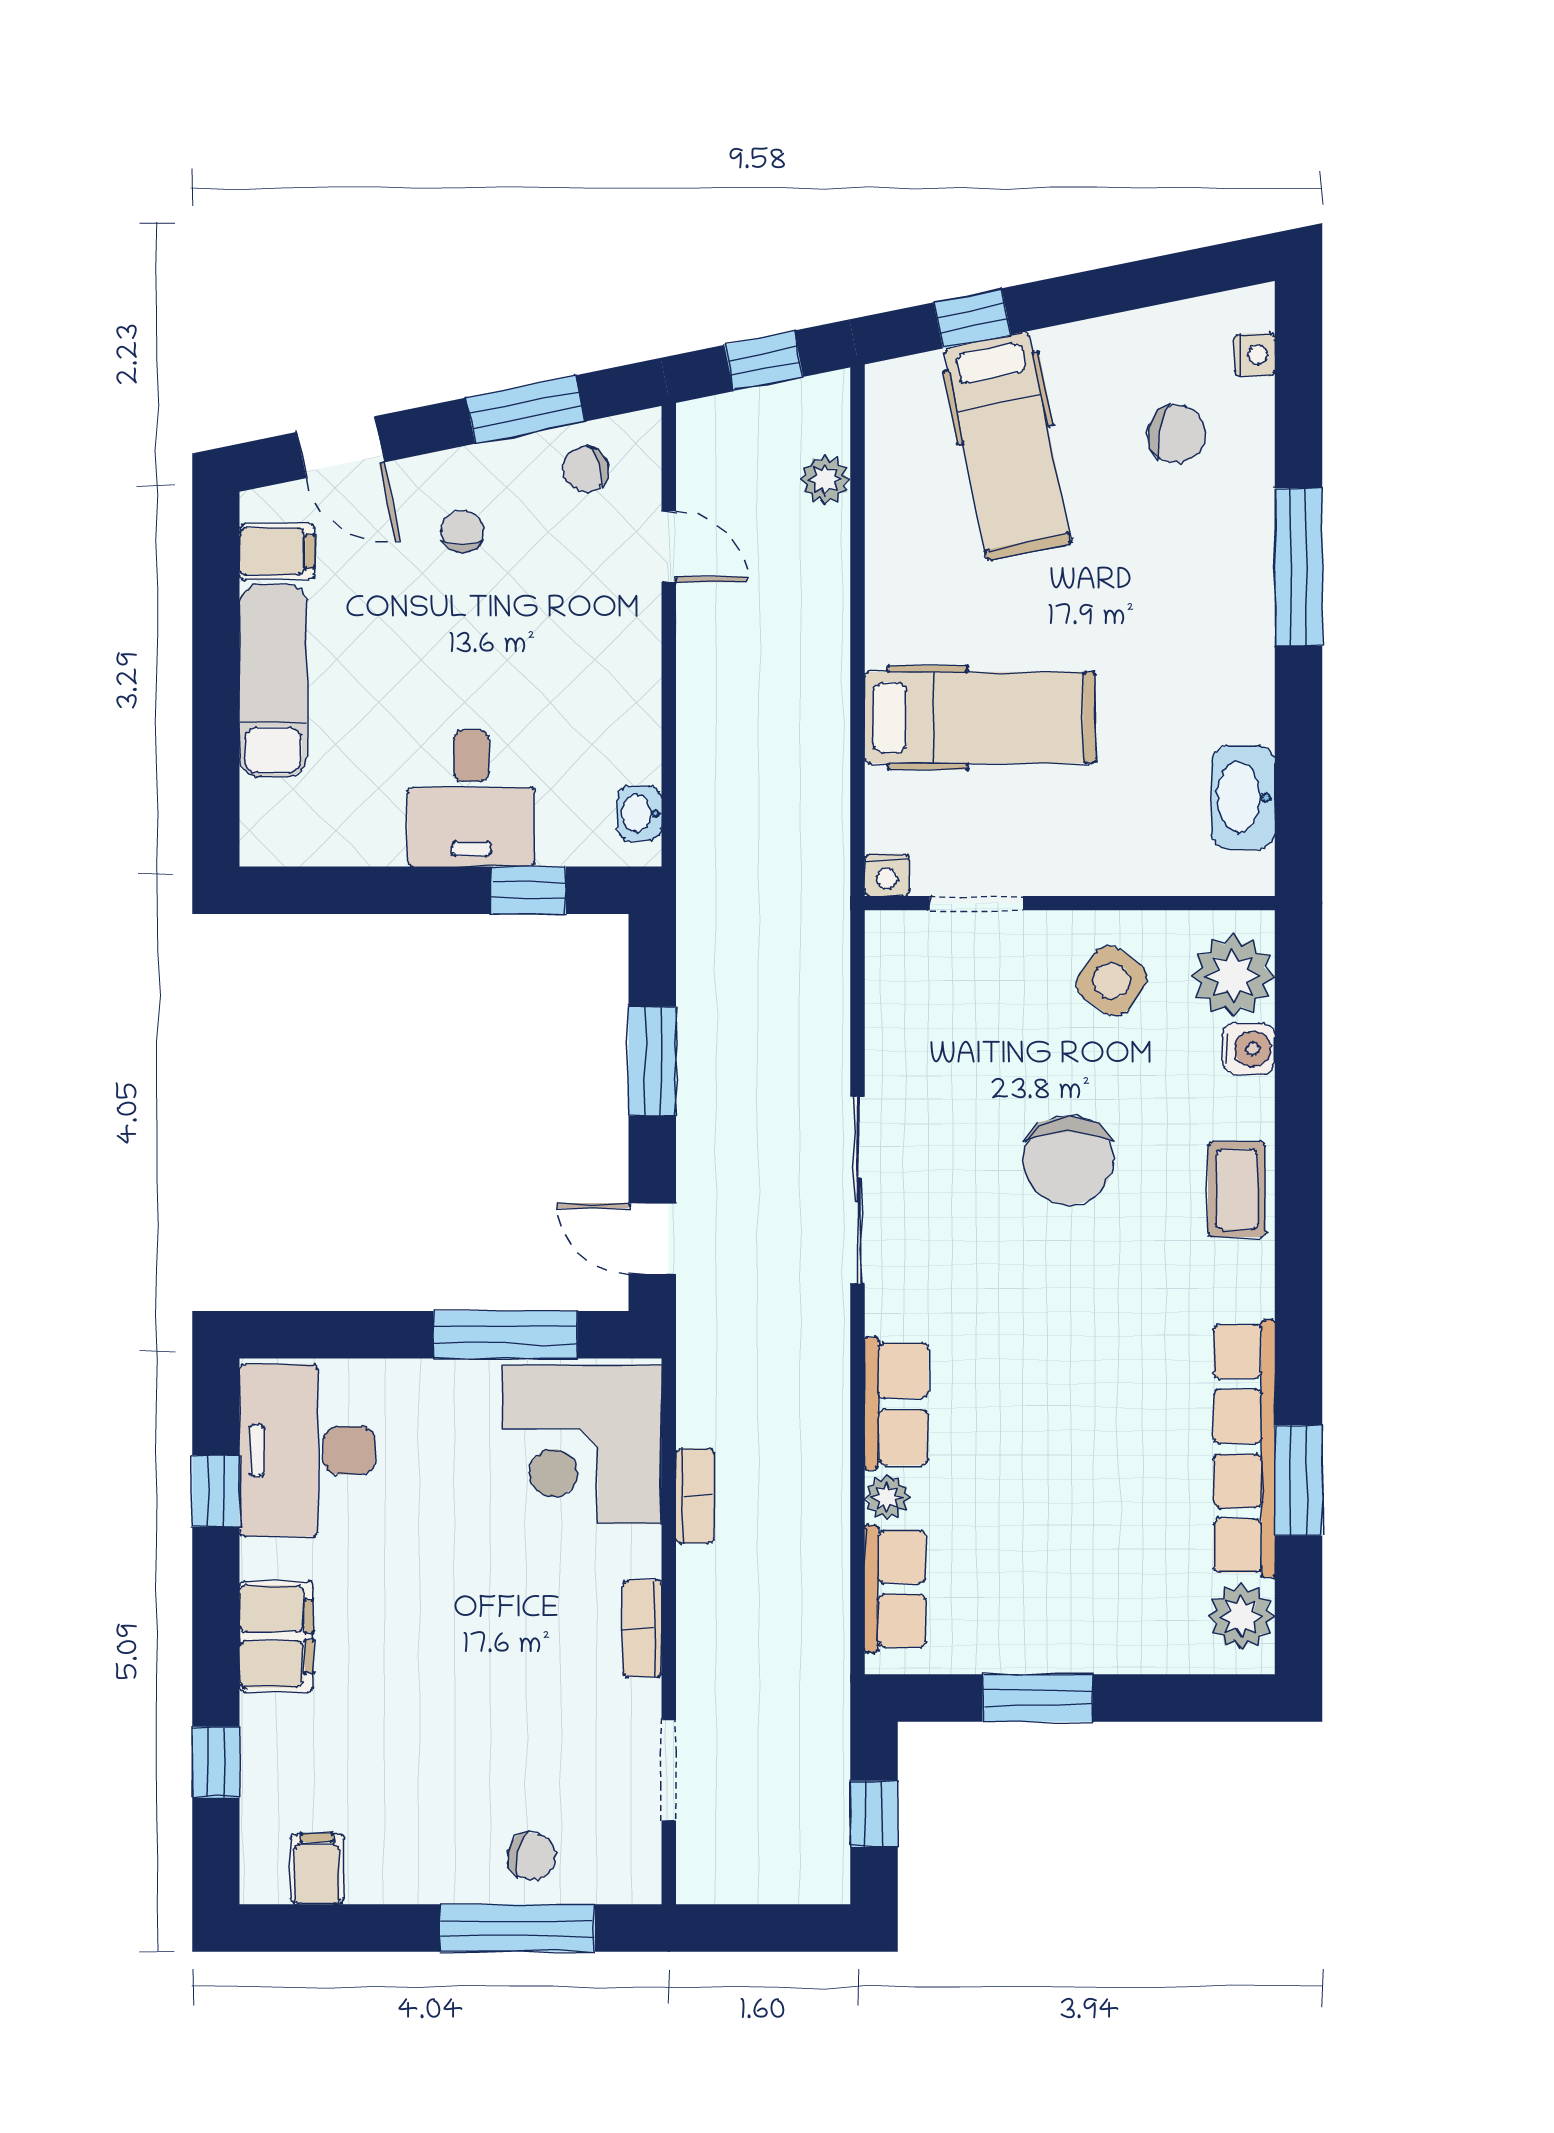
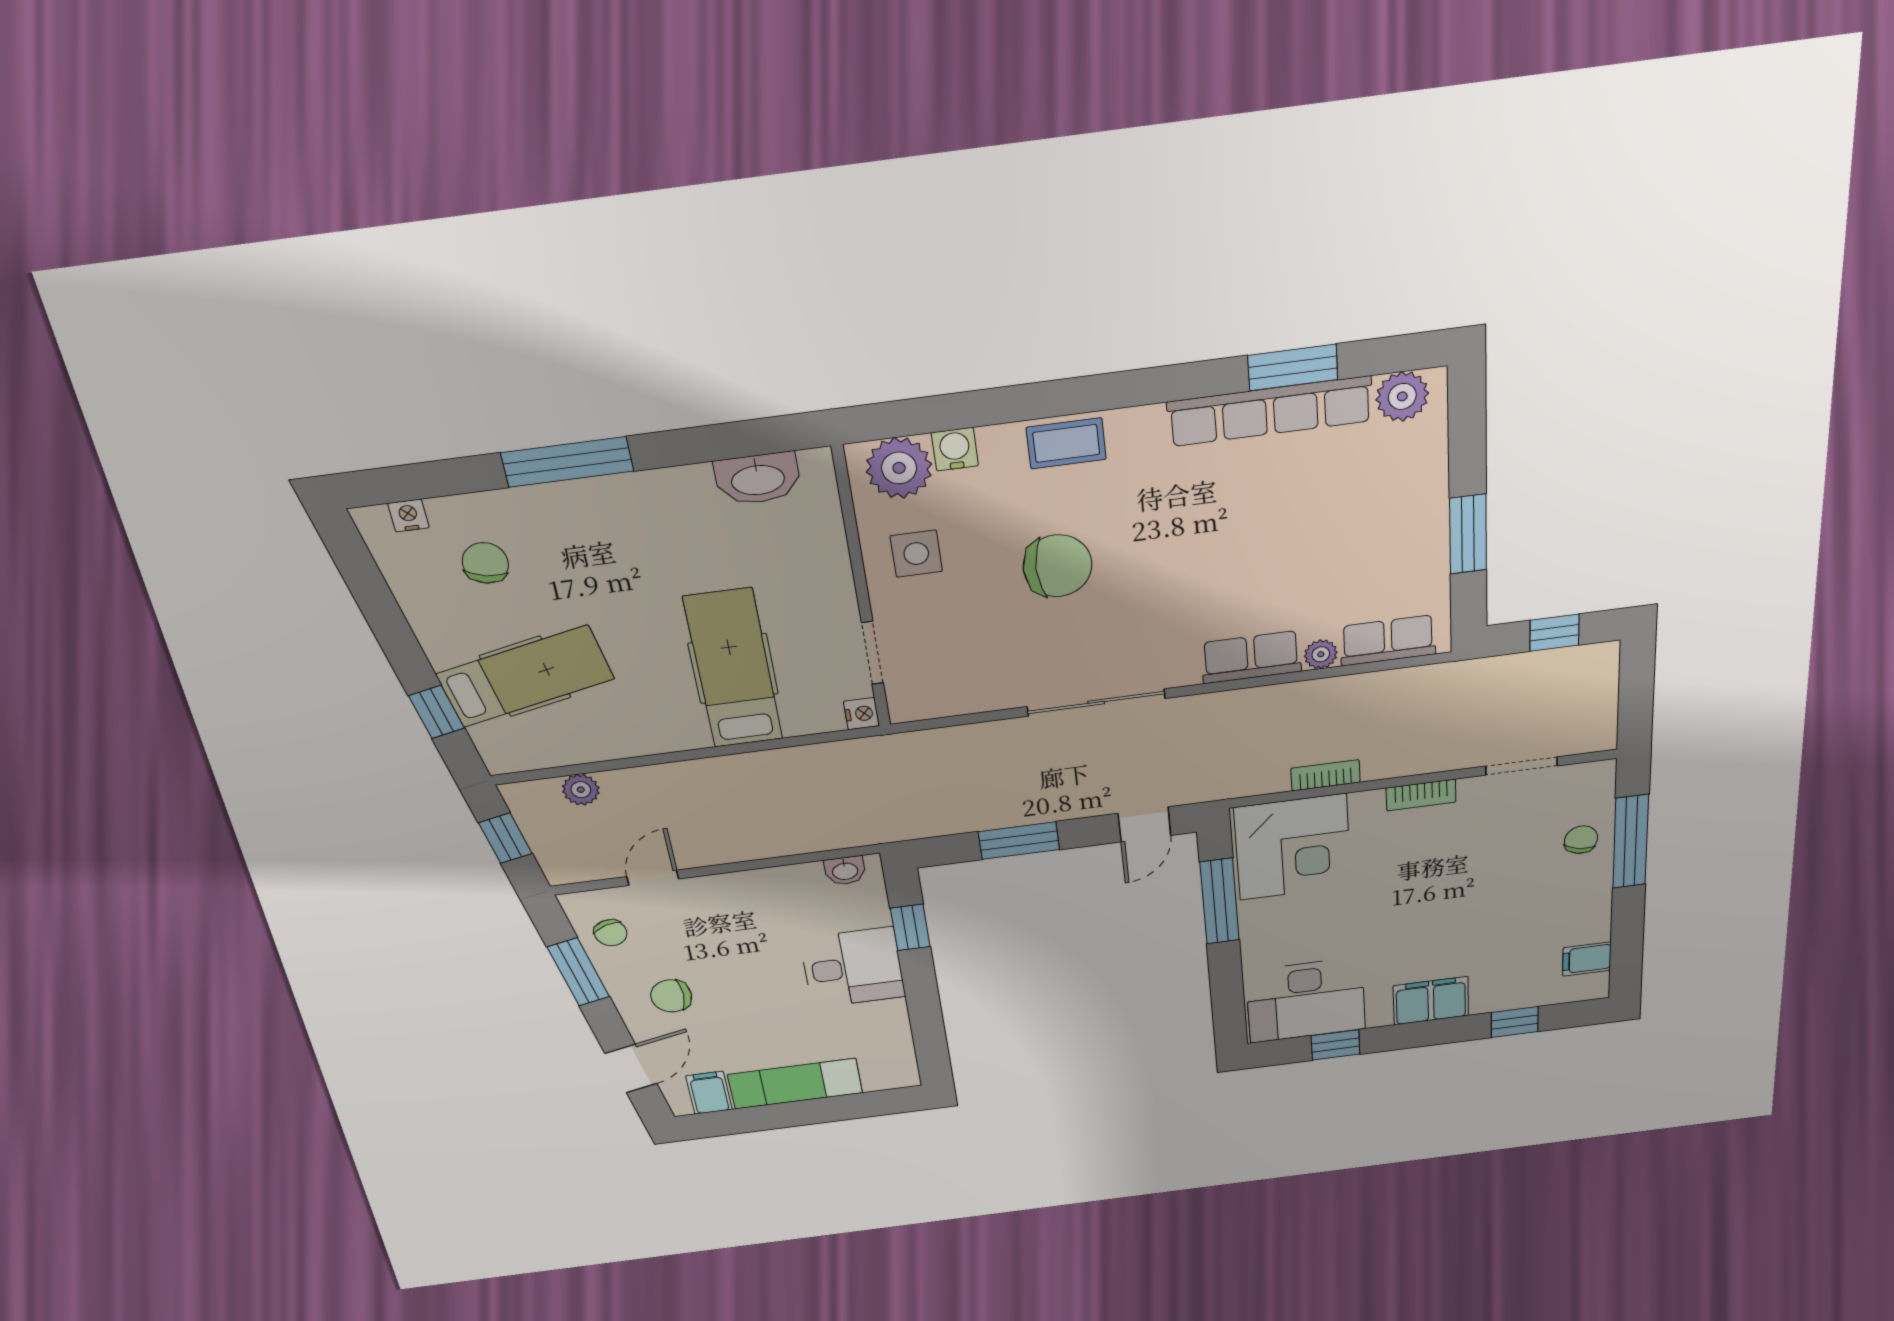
chair: (462, 531) -> (671, 996), width x1.37, depth x1.37
side table: (1112, 981) -> (916, 554), turned -35

